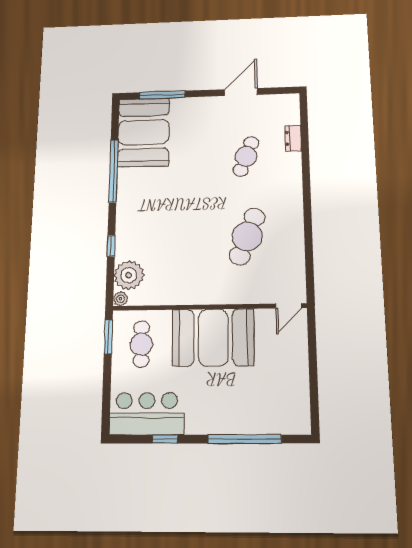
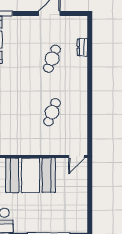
cafe table: (247, 236) -> (52, 112), width x0.73, depth x0.74

